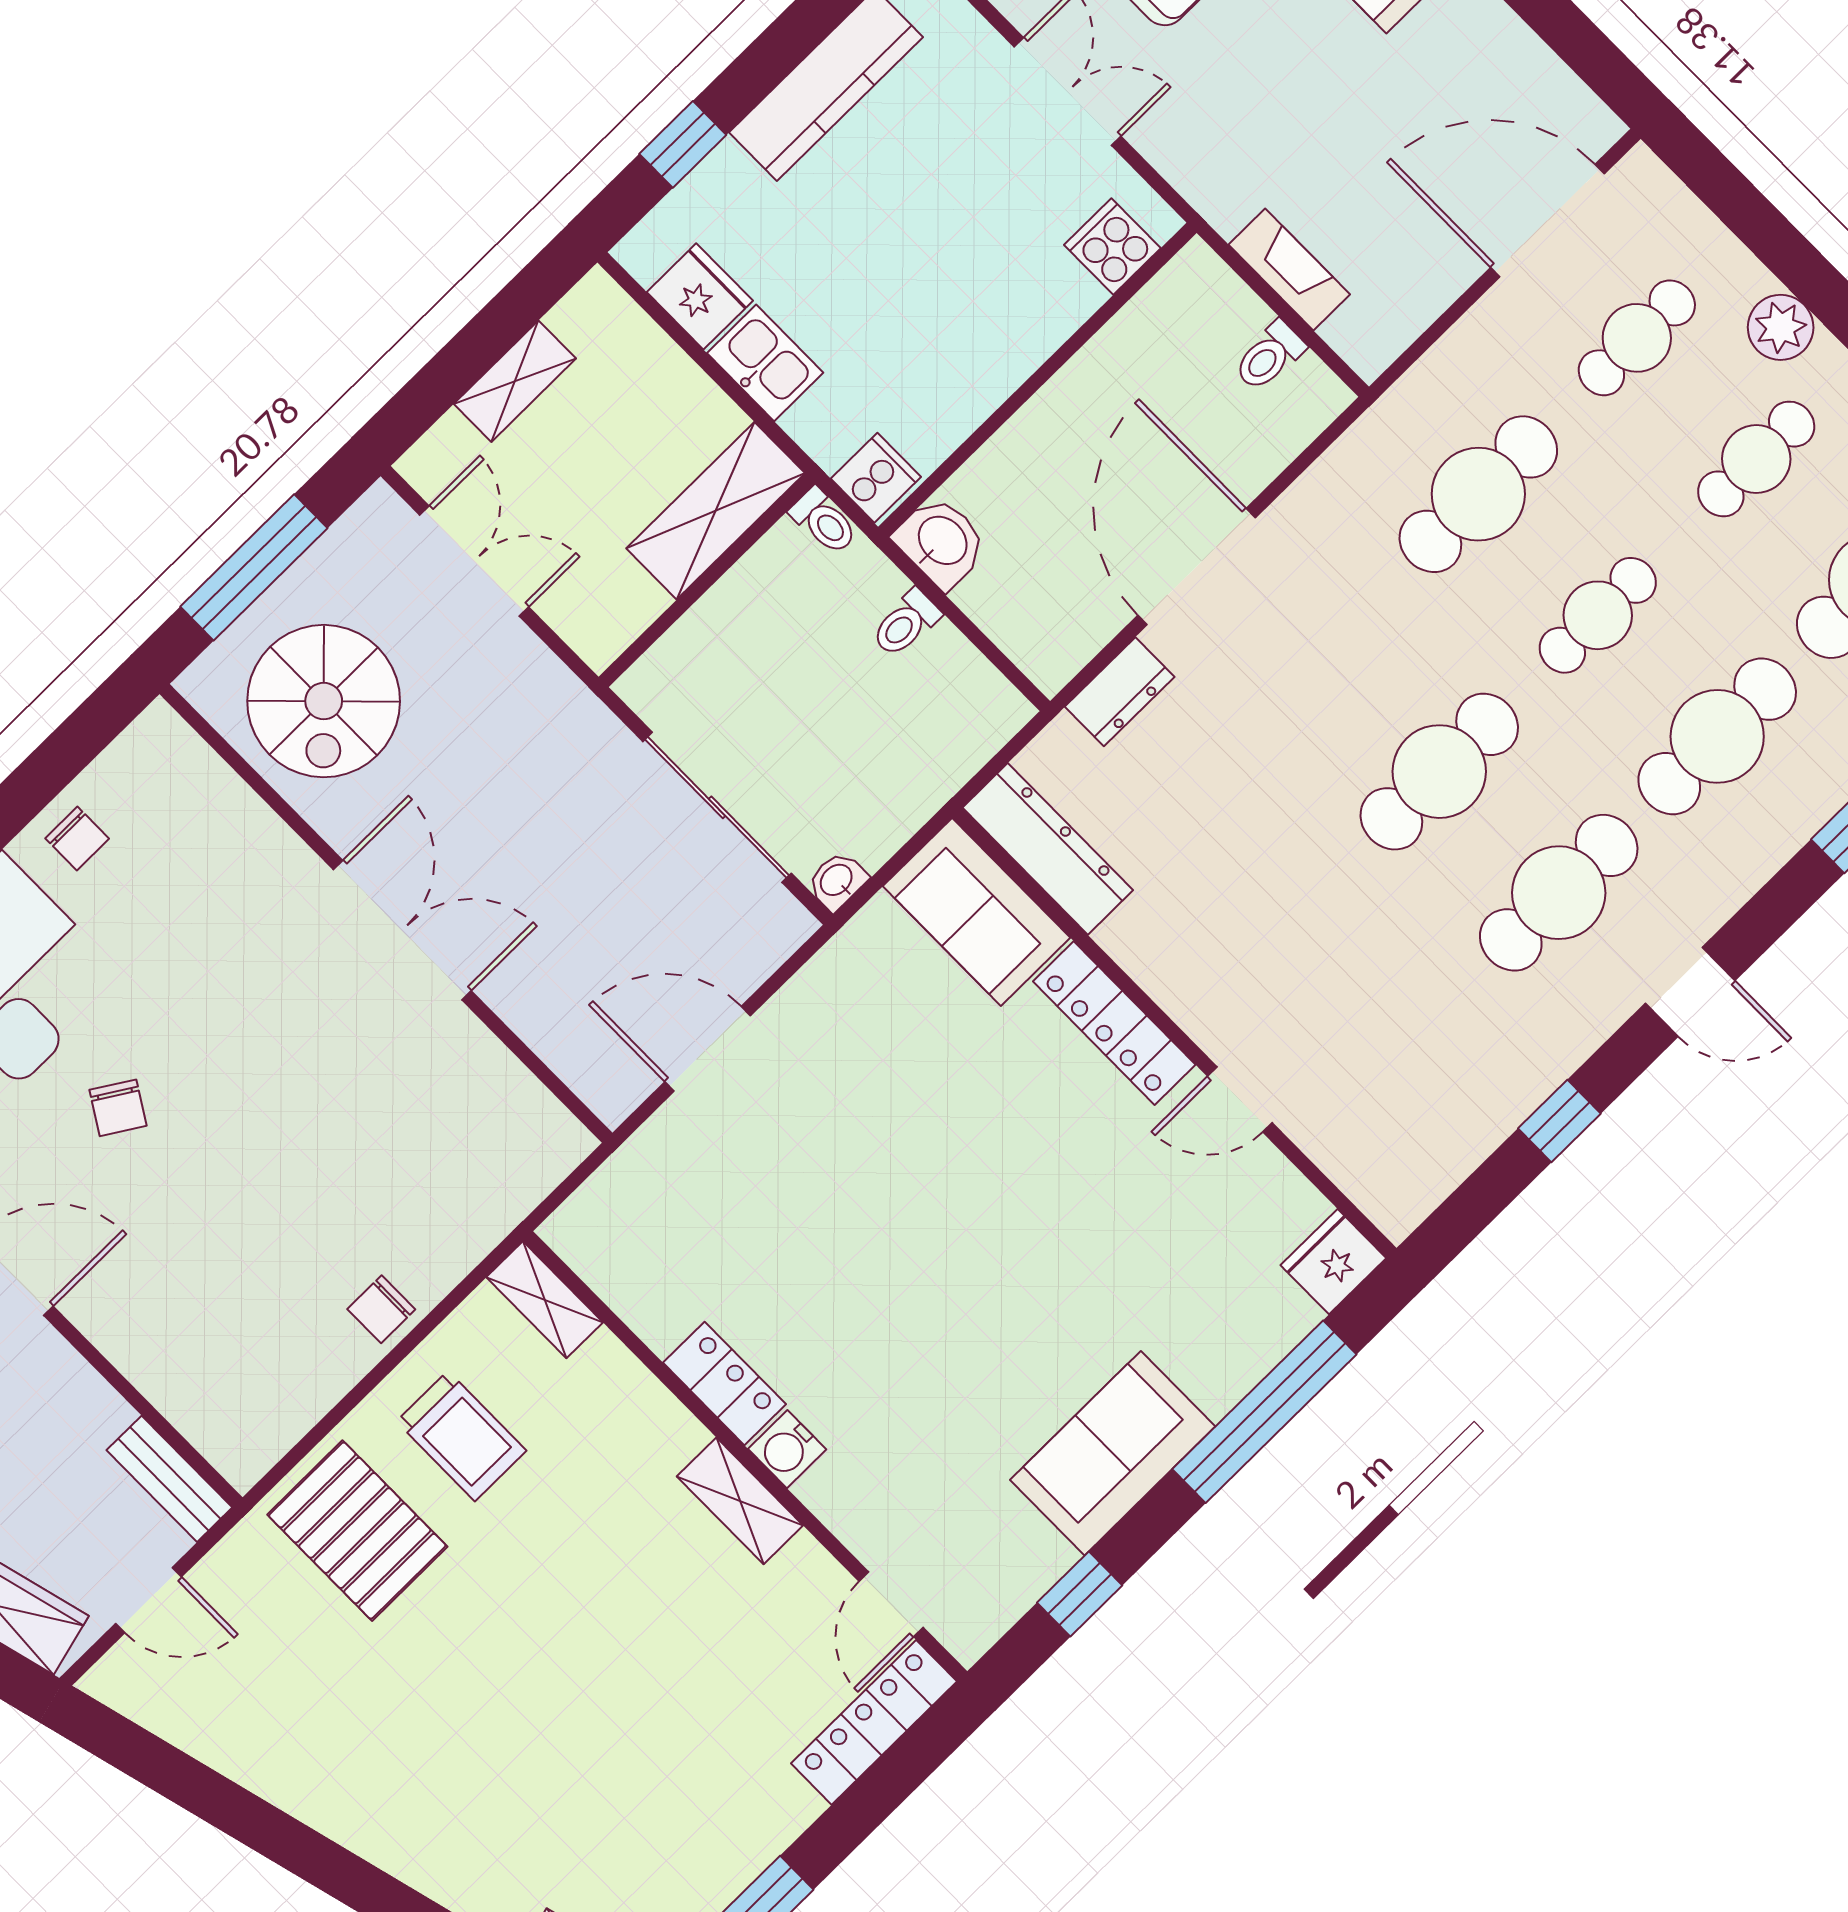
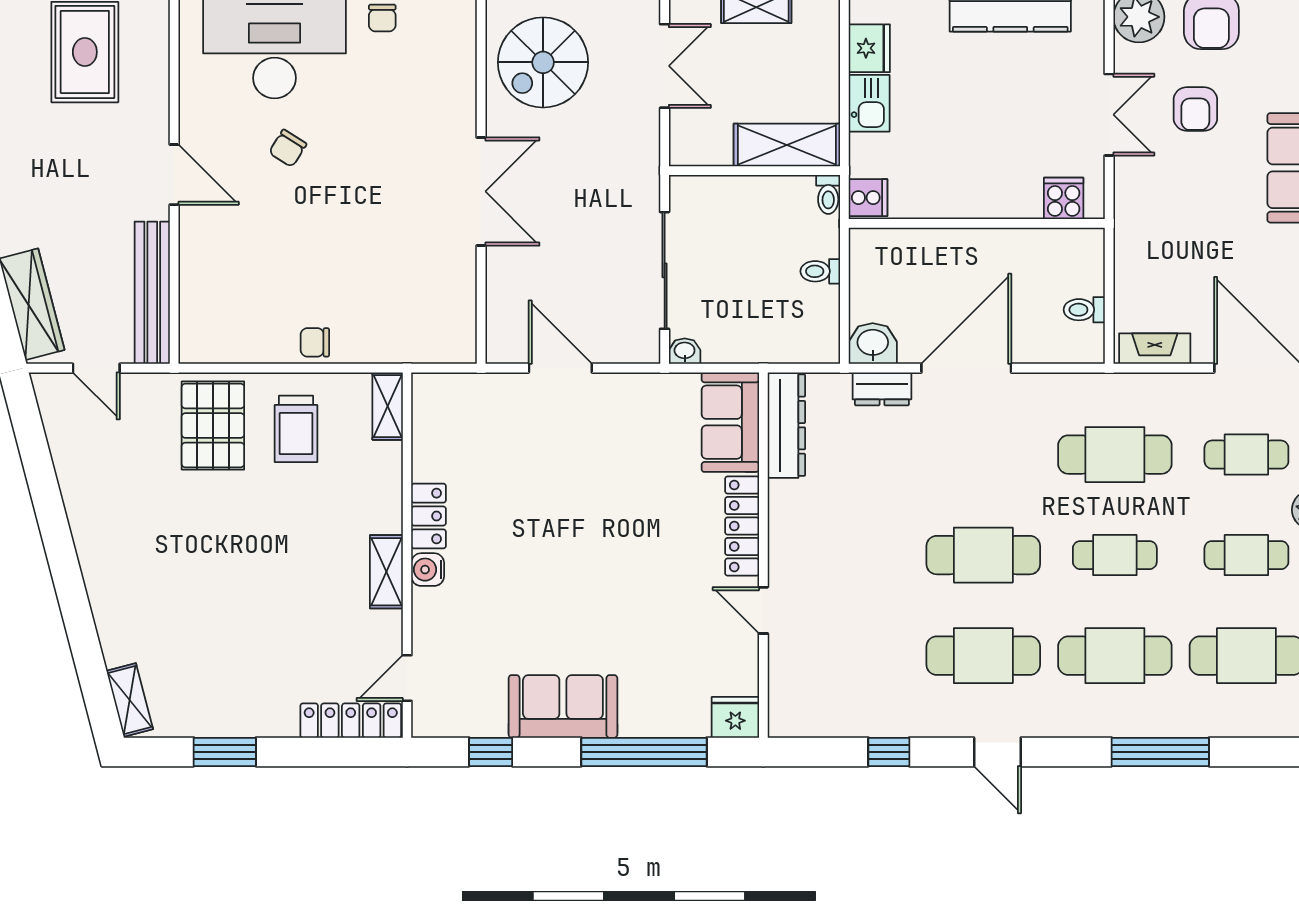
fireplace: (1289, 269) -> (1155, 349), moved, turned -90
washbasin: (941, 542) -> (873, 344), moved, turned -90
bench: (169, 1479) -> (152, 293), width x1.86, depth x1.21

